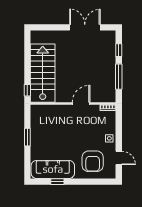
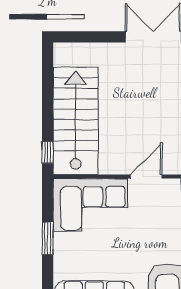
corner sofa: (51, 119) -> (90, 205), added

